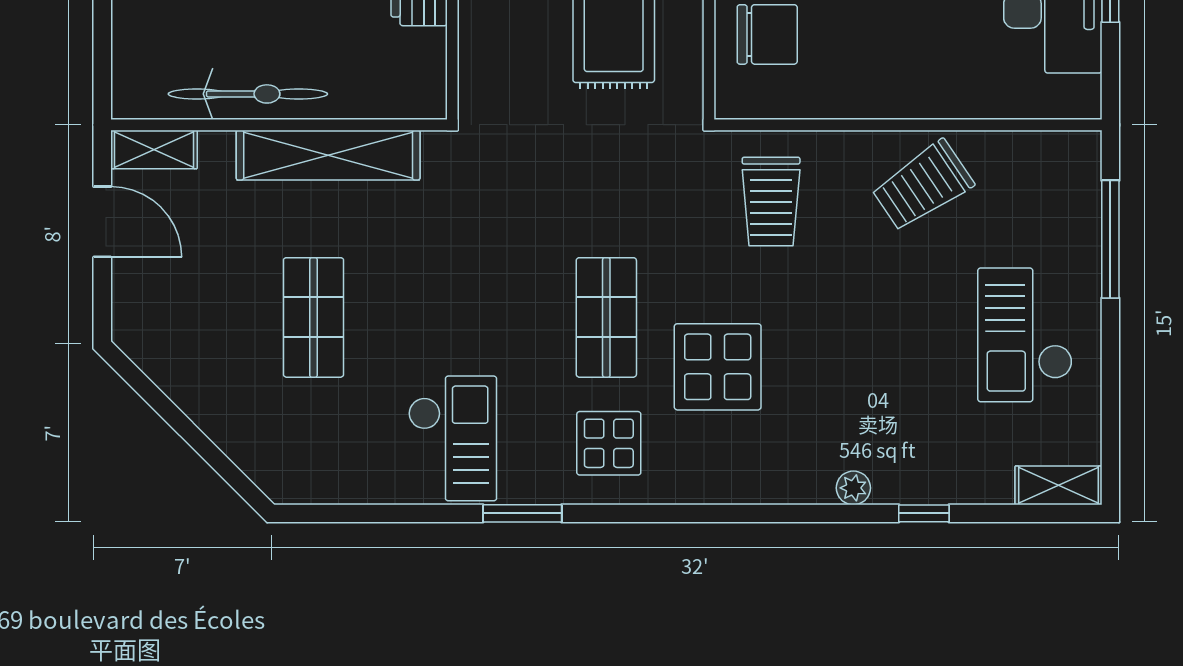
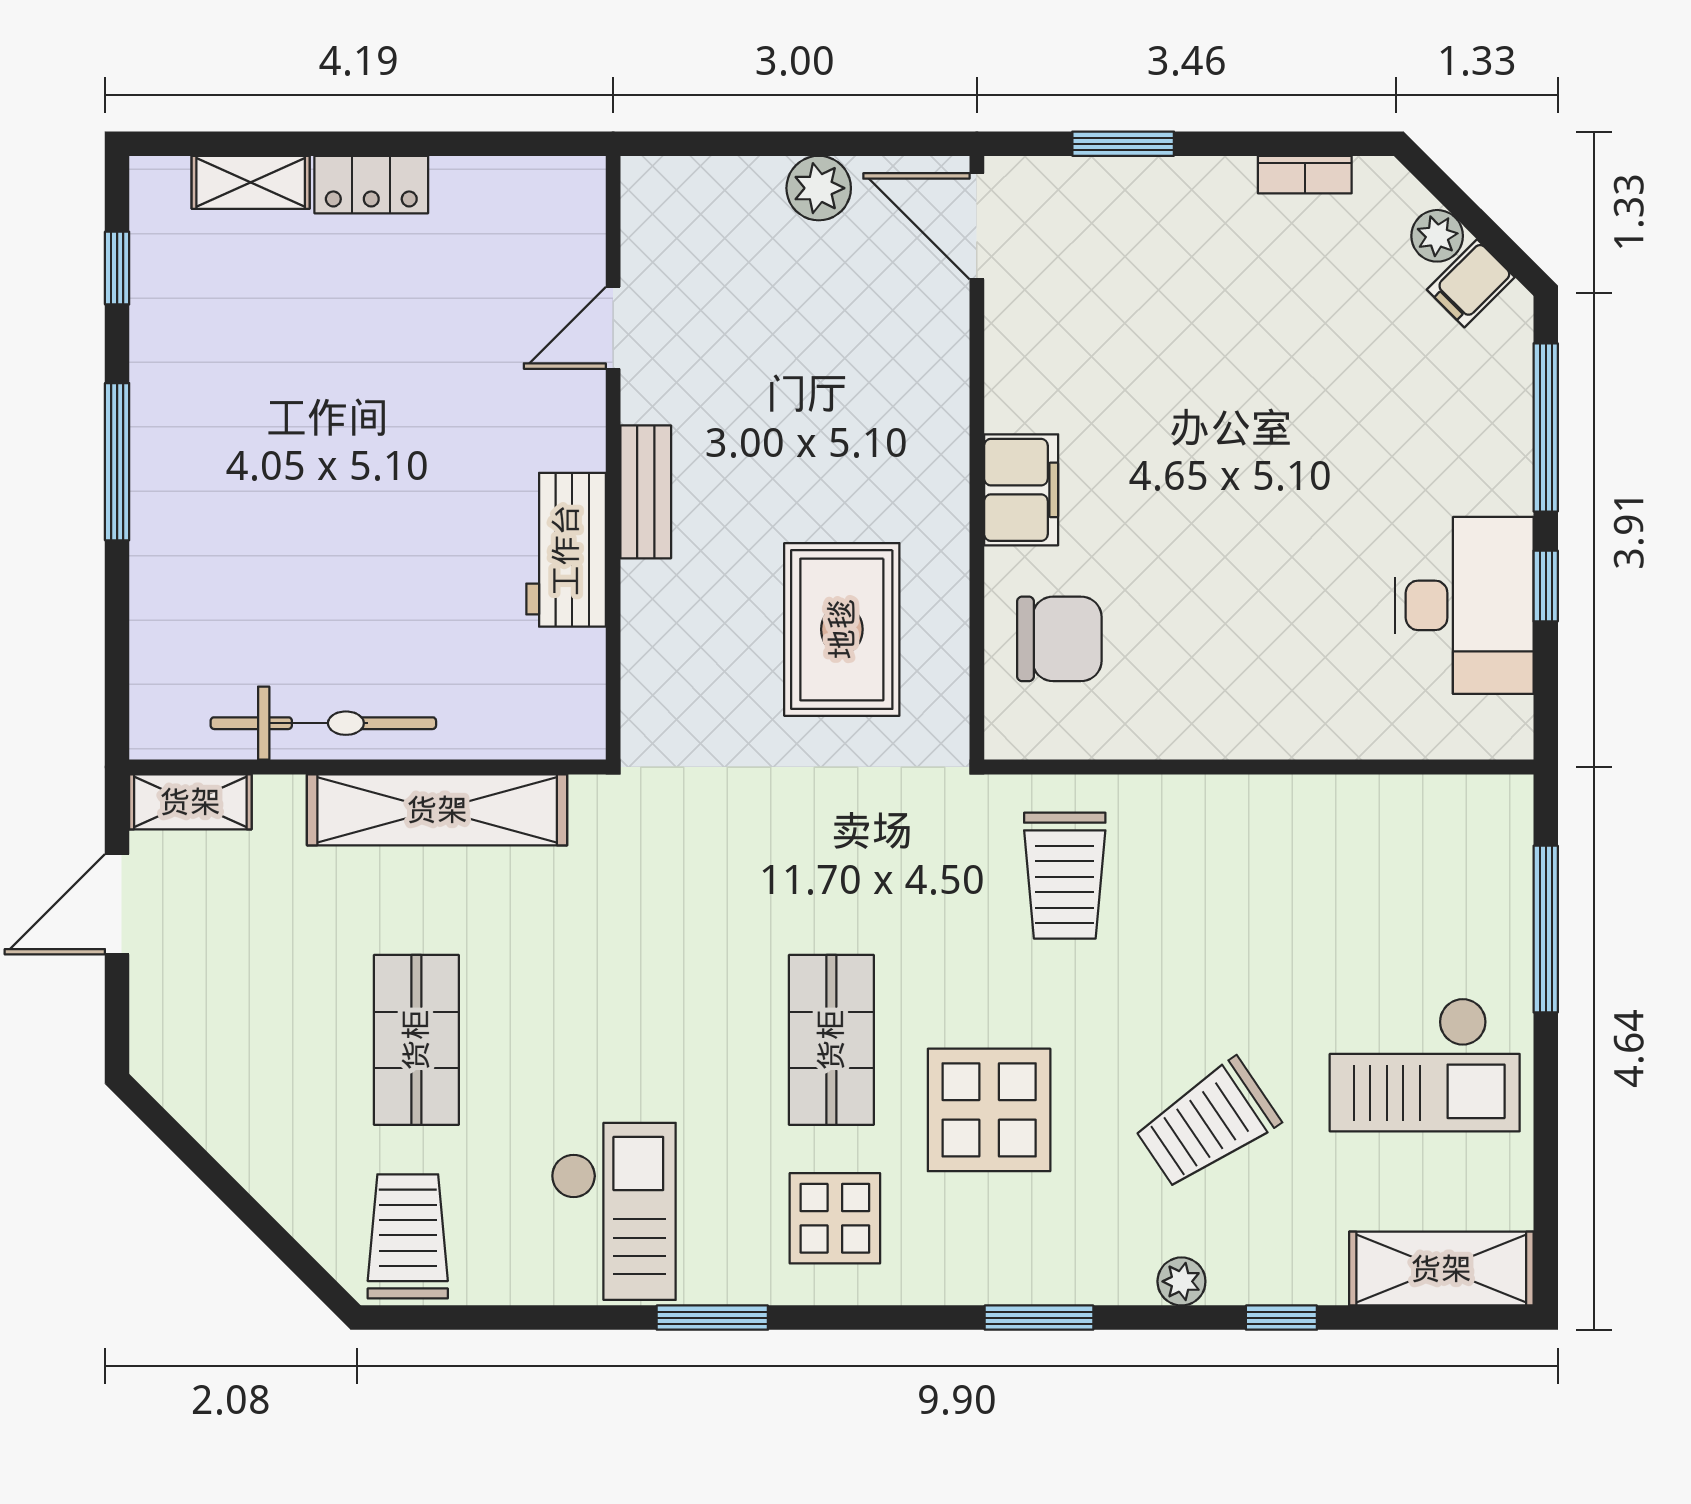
trolley: (923, 186) -> (1207, 1124), moved
door: (102, 222) -> (117, 904), swing flipped
checkout: (1025, 335) -> (1425, 1065), turned -90
trolley: (307, 456) -> (408, 1236), added
shelving: (1058, 485) -> (1441, 1269), width x1.50, depth x1.33
window: (753, 513) -> (1039, 1318), added

